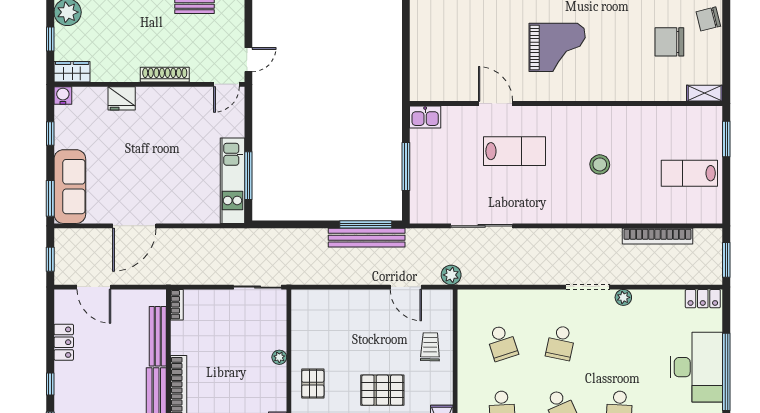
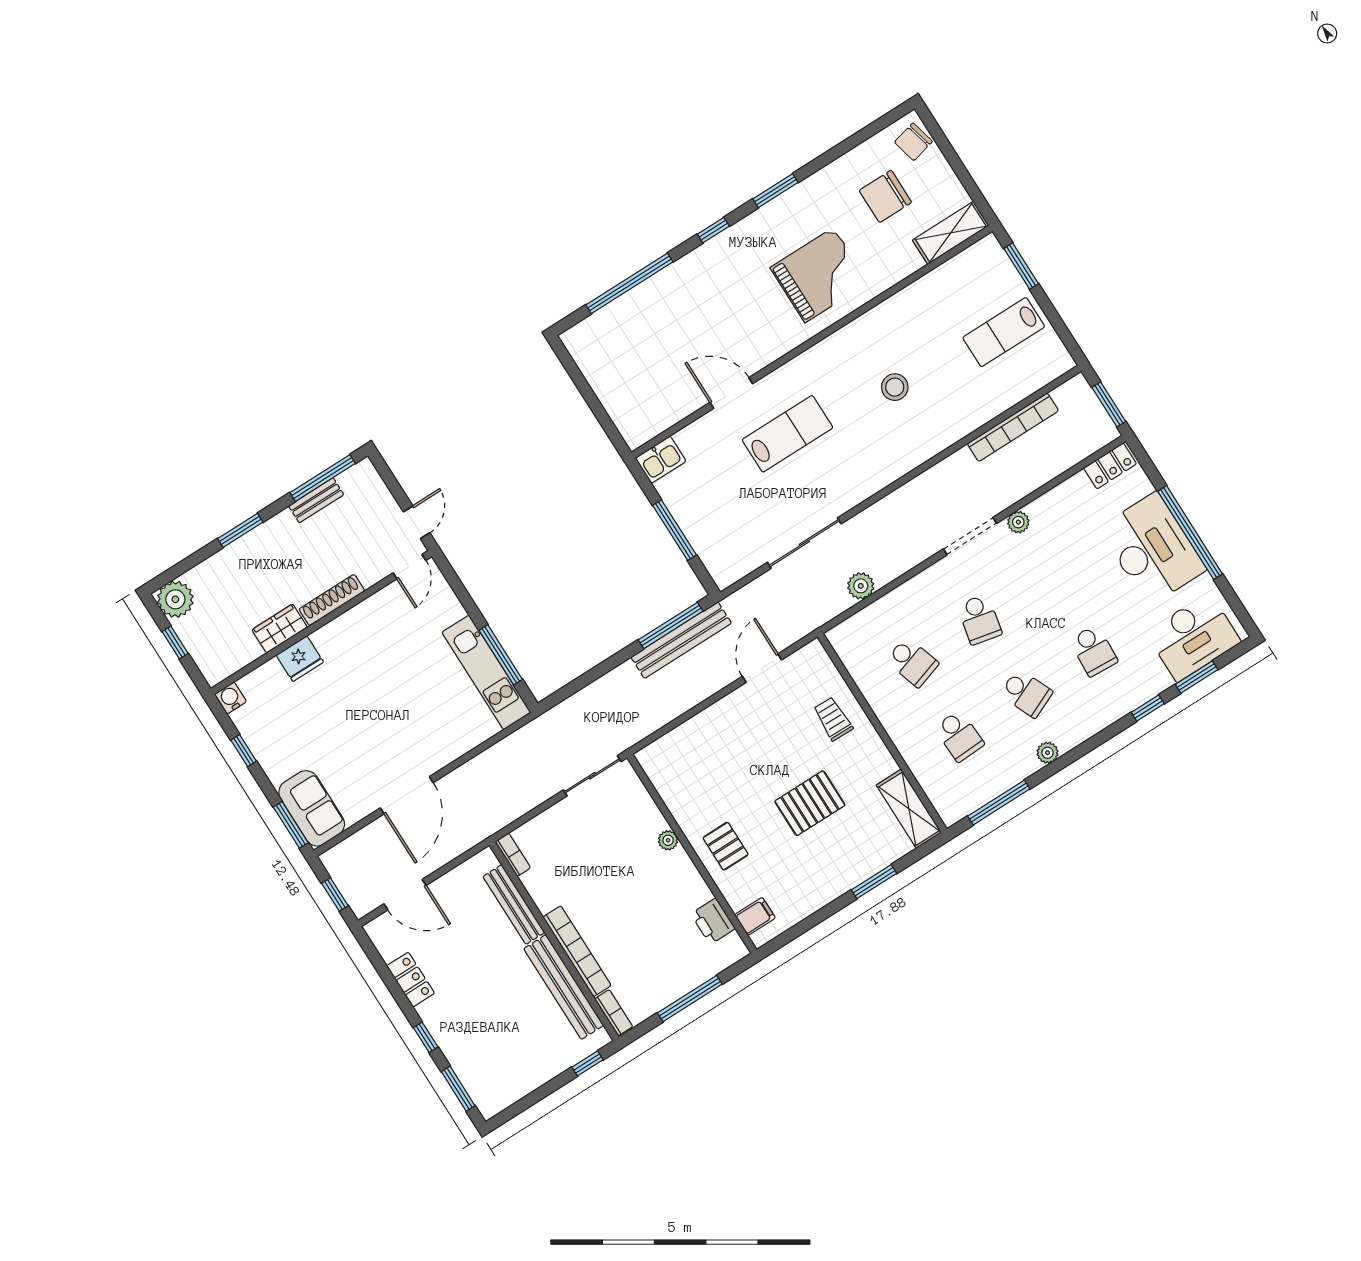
grand piano: (557, 47) -> (819, 275), moved
wardrobe: (72, 72) -> (280, 629), moved
shelving: (705, 93) -> (951, 233), width x1.50, depth x1.33
sofa: (70, 187) -> (312, 808), width x0.73
plant: (451, 275) -> (861, 586), moved
door: (406, 287) -> (762, 668), swing flipped

